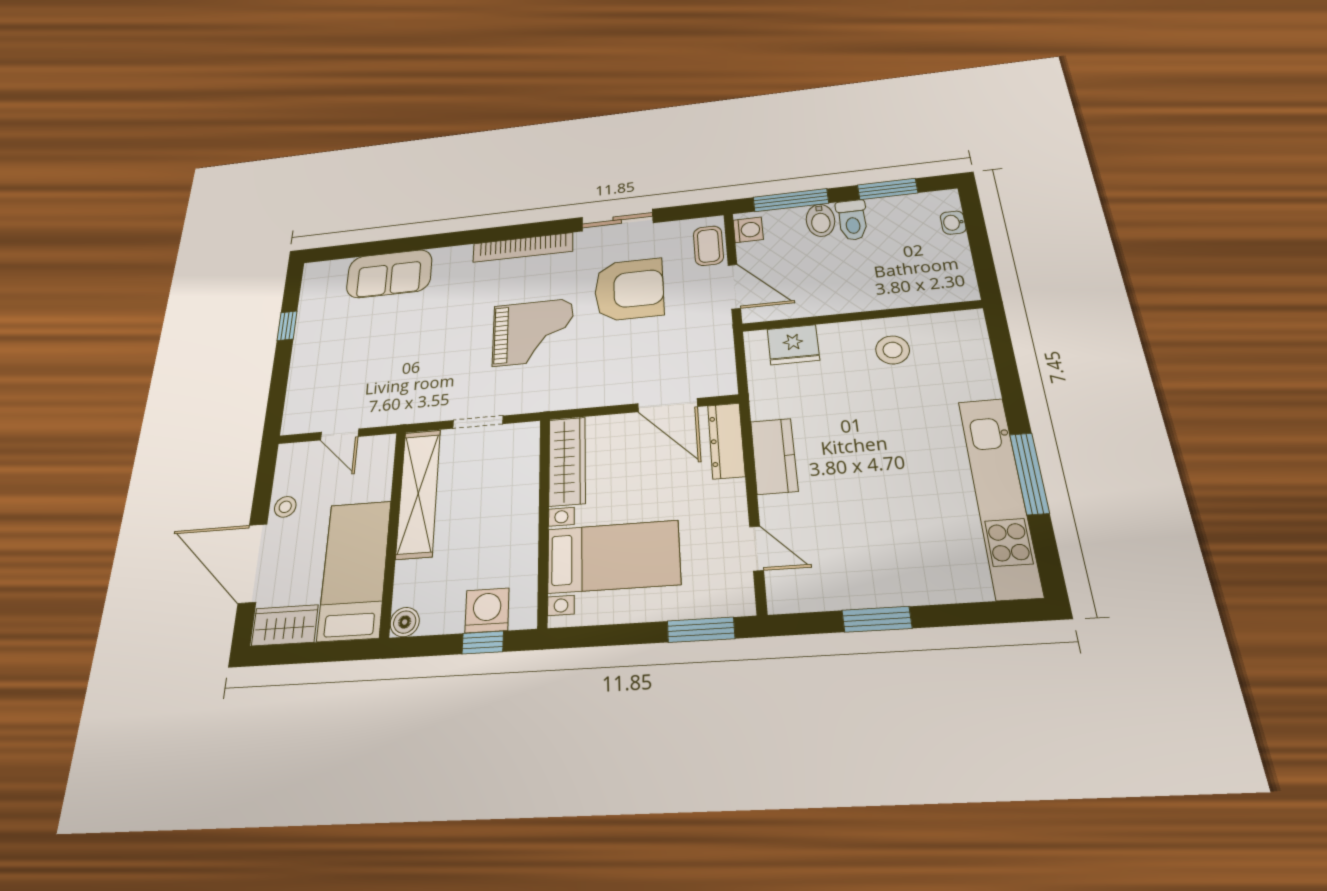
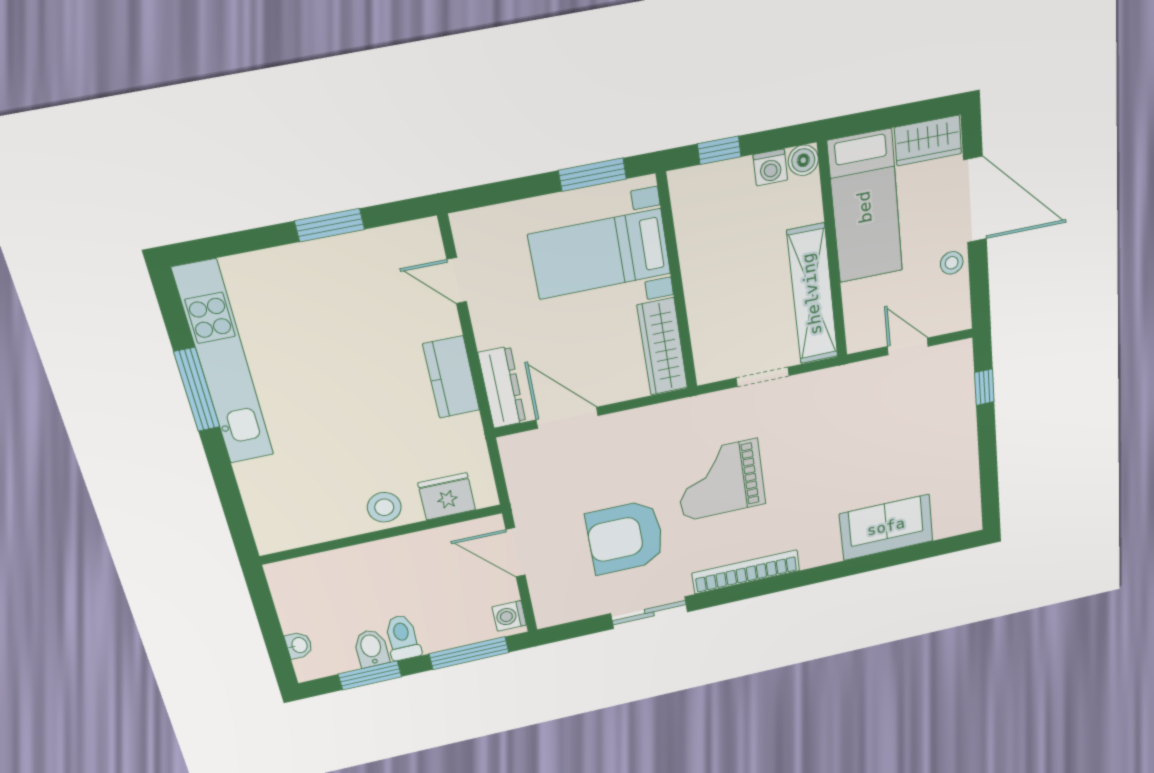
bidet: (821, 220) -> (371, 648), moved
coffee table: (708, 246) -> (549, 594), removed
window: (287, 326) -> (984, 387), moved
stool: (893, 350) -> (384, 507), moved
washing machine: (487, 610) -> (770, 167), moved, width x0.73, depth x0.73
window: (701, 630) -> (593, 175), moved

